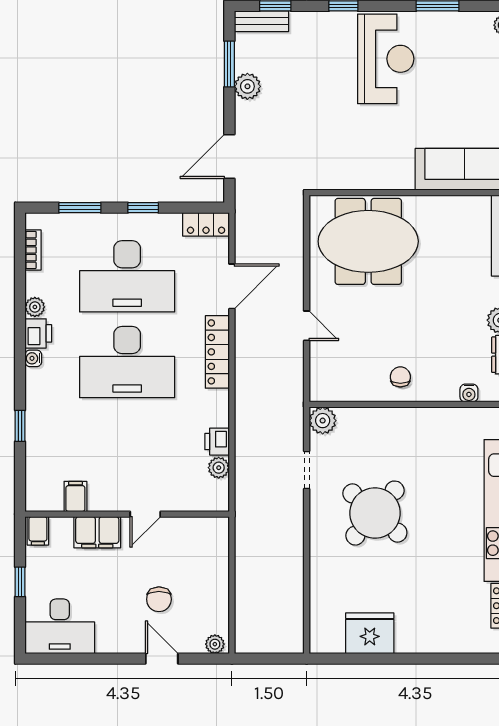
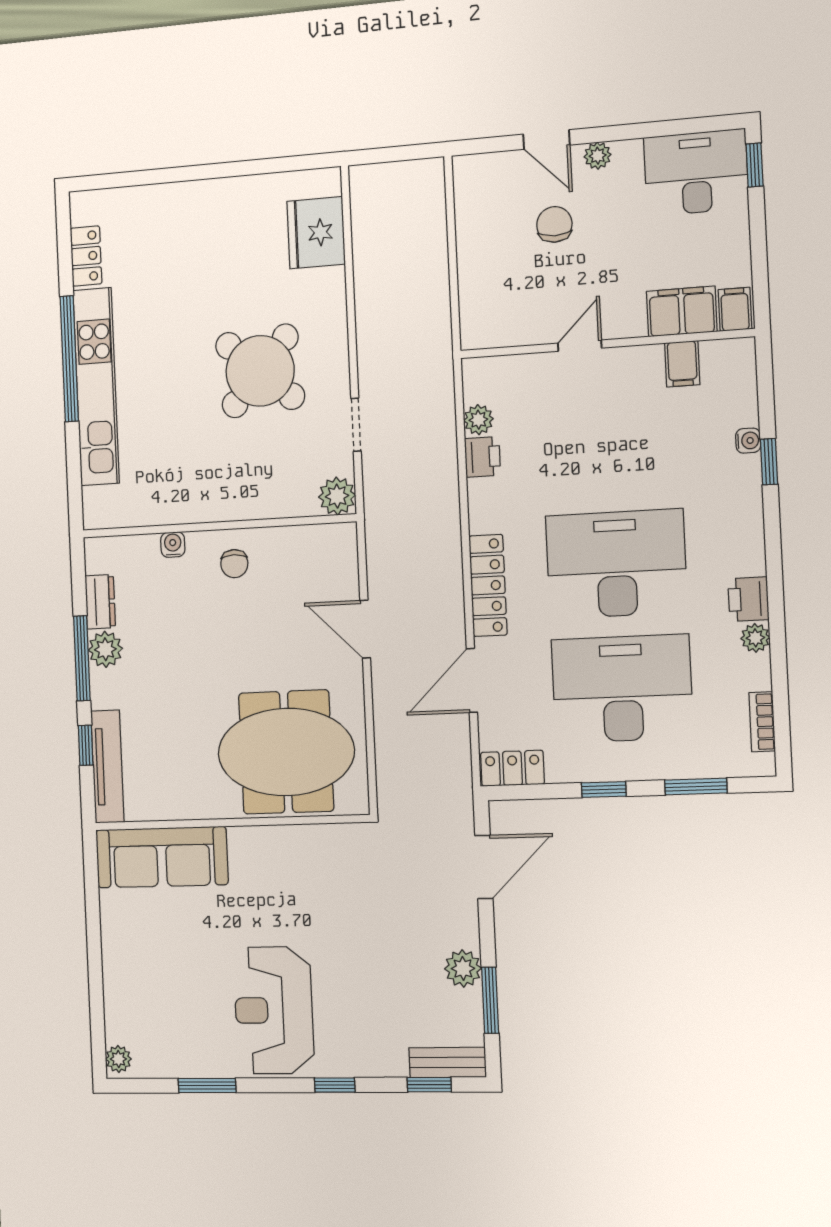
door: (307, 326) -> (365, 629), width x1.38
water cooler: (33, 358) -> (748, 441), moved
water cooler: (469, 393) -> (173, 545), moved
filing cabinet: (97, 532) -> (682, 311), moved
window: (20, 582) -> (755, 165), moved
fridge: (370, 633) -> (316, 233), moved, turned 90
plant: (215, 644) -> (598, 156), moved

